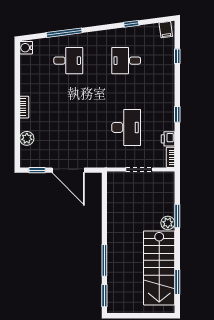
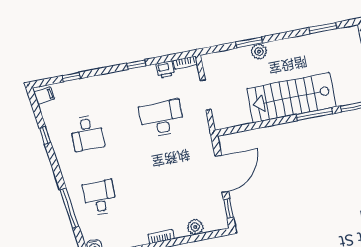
stairs: (159, 268) -> (291, 98), moved, turned 180

